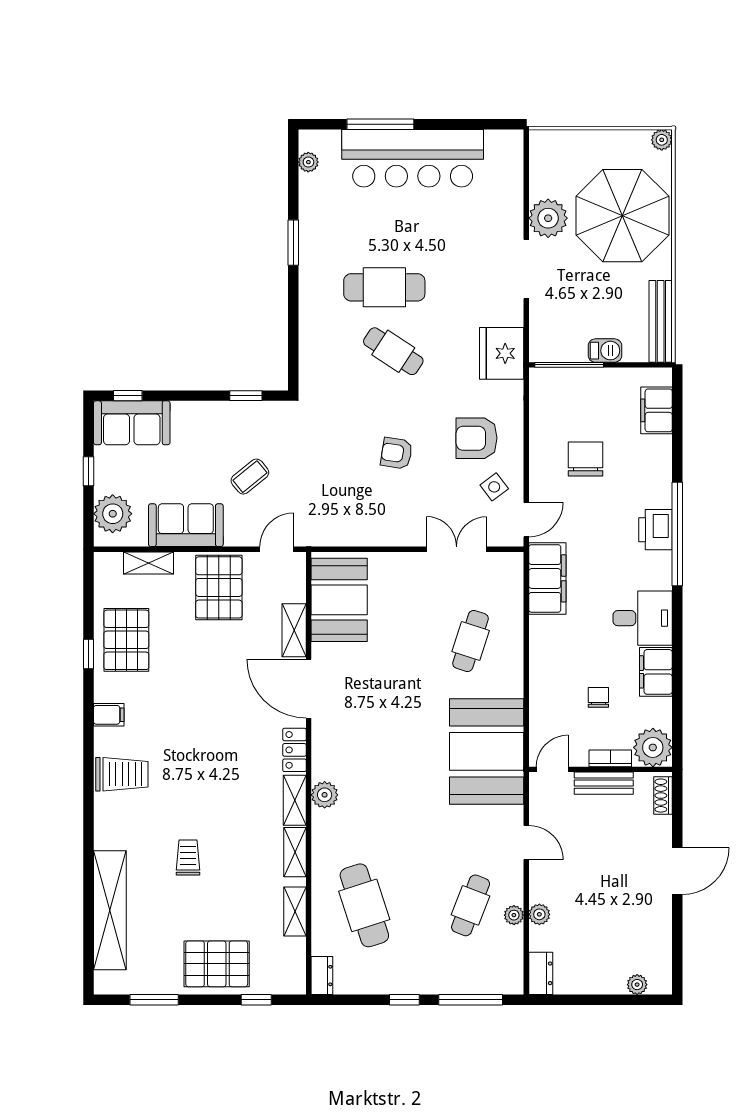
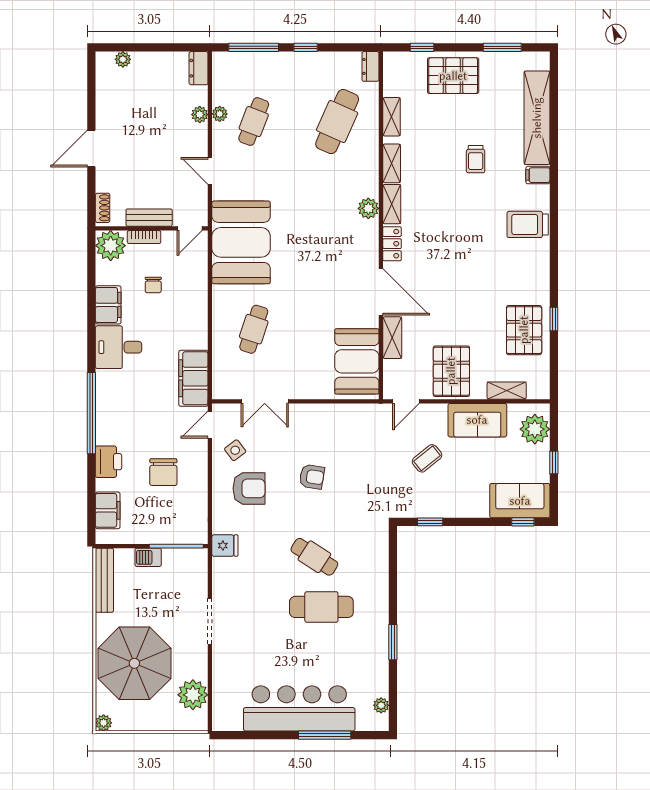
plant: (548, 218) -> (193, 695), moved
fridge: (502, 353) -> (225, 546), width x0.53, depth x0.75
printer: (655, 530) -> (108, 462), moved
filing cabinet: (109, 715) -> (538, 175), moved
cafe table: (364, 905) -> (337, 122), turned 42

